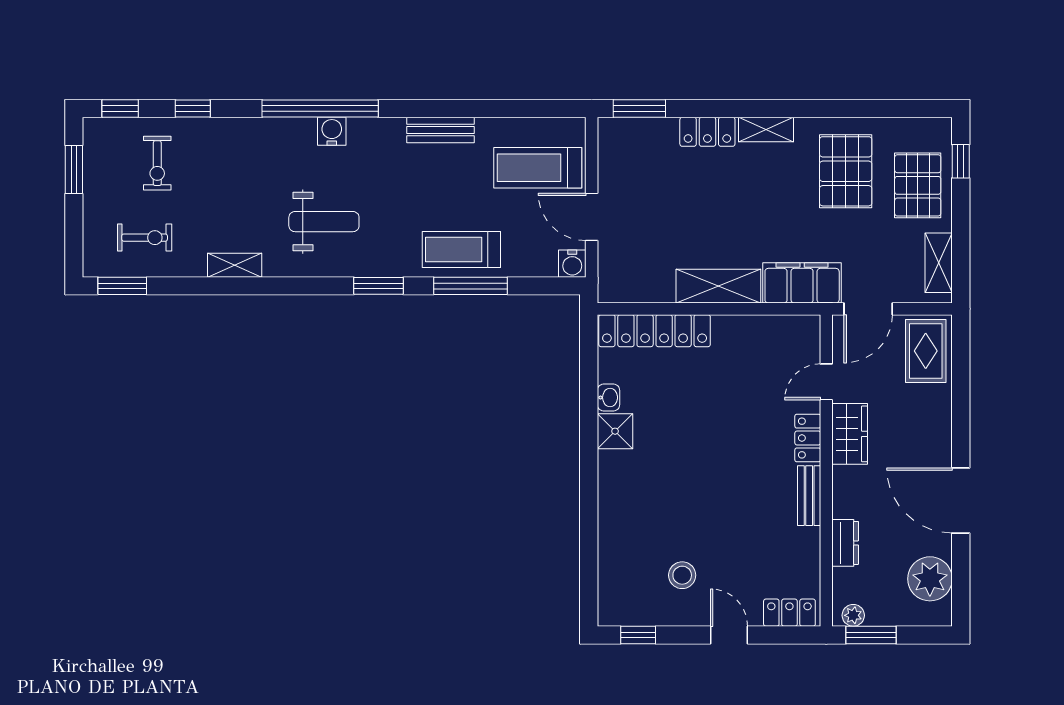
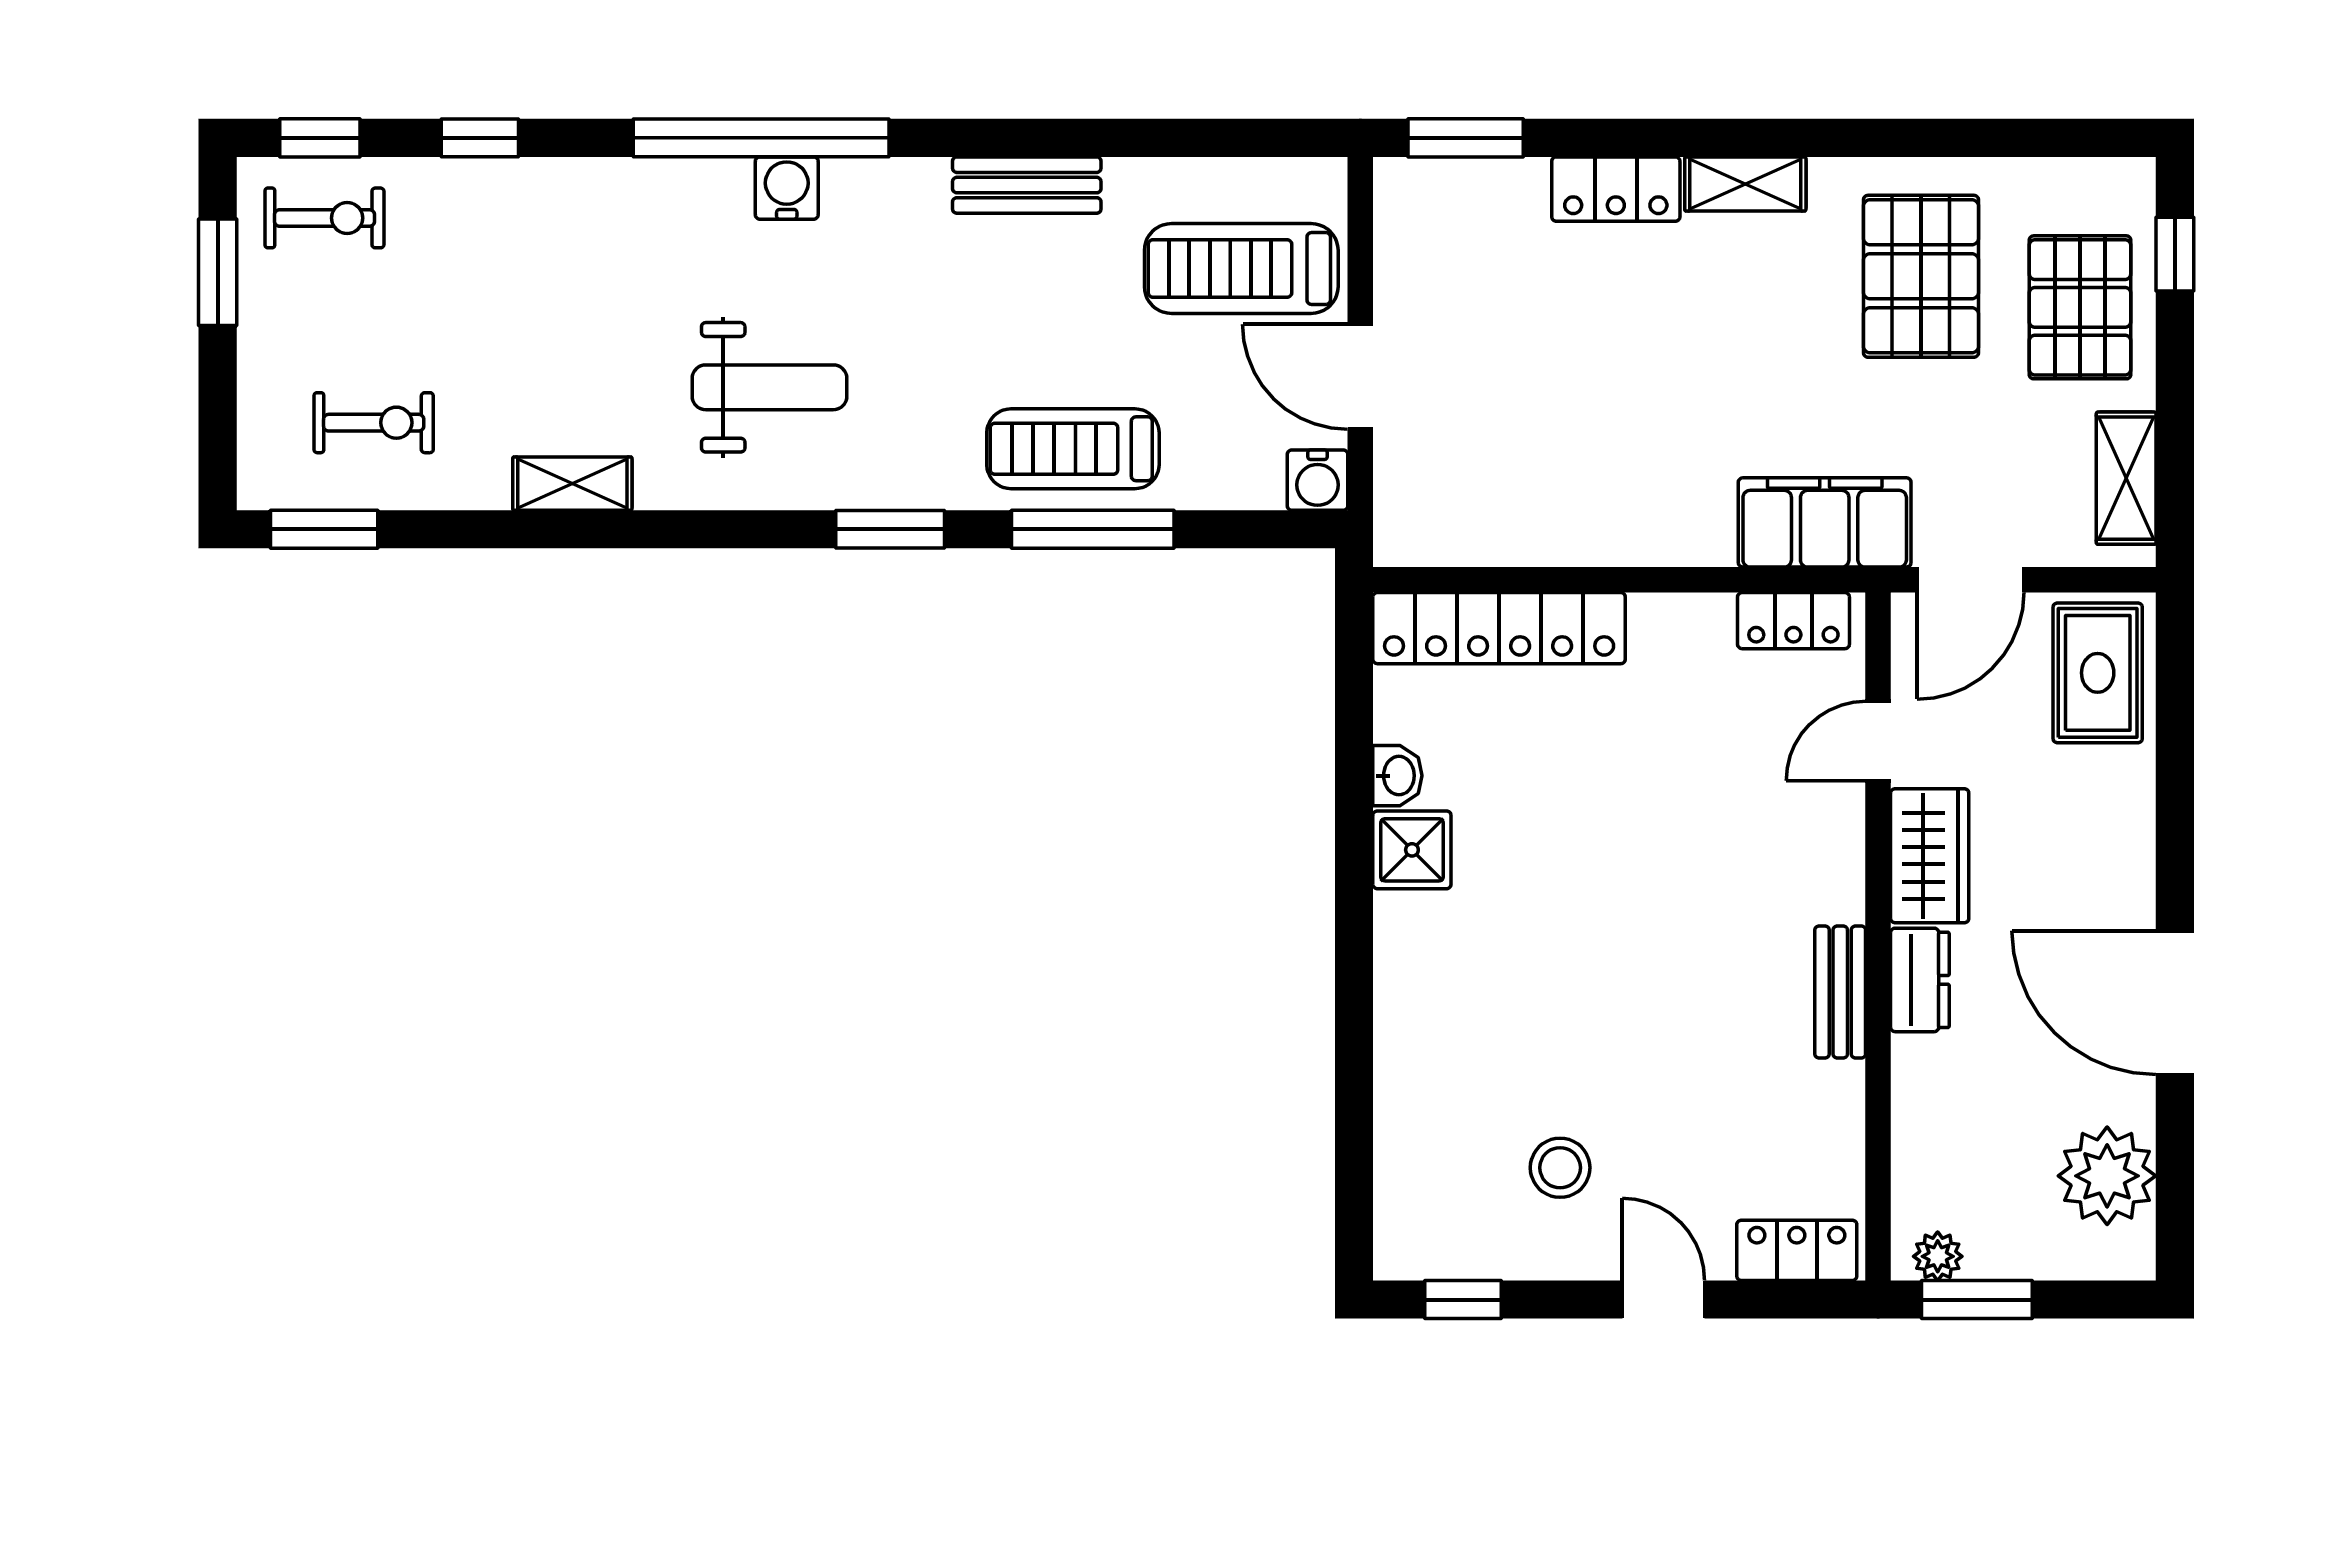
exercise bike: (157, 163) -> (325, 218), moved, turned -90
shelving: (718, 286) -> (1640, 530), removed
locker: (808, 438) -> (1793, 621), moved, turned -90
dresser: (845, 543) -> (1920, 980), moved

